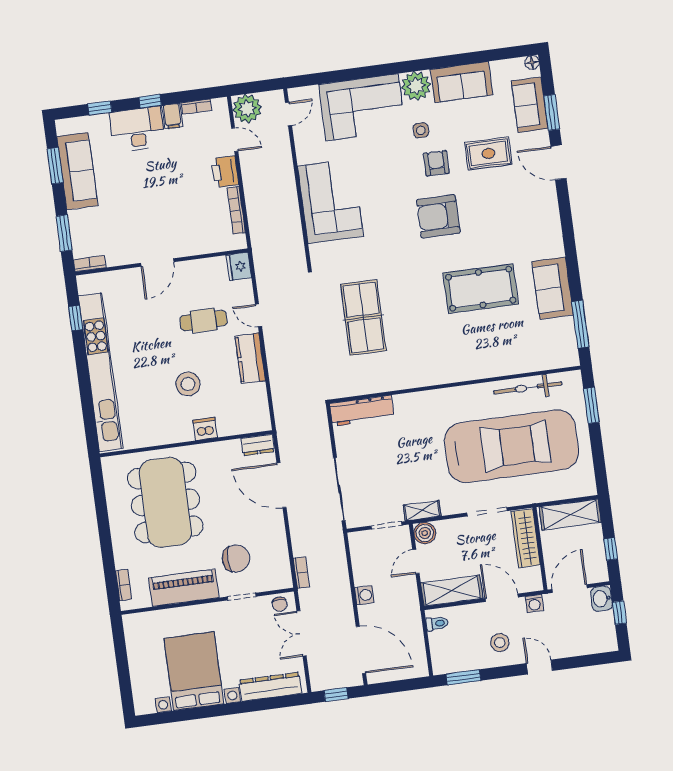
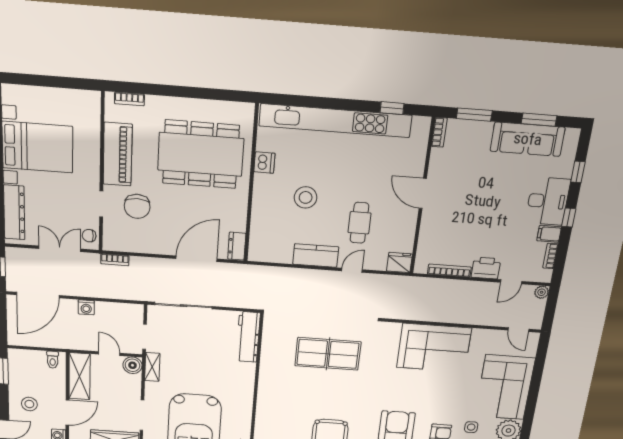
plant: (247, 109) -> (542, 292), width x0.53, depth x0.53
dishwasher: (205, 429) -> (264, 163), moved

